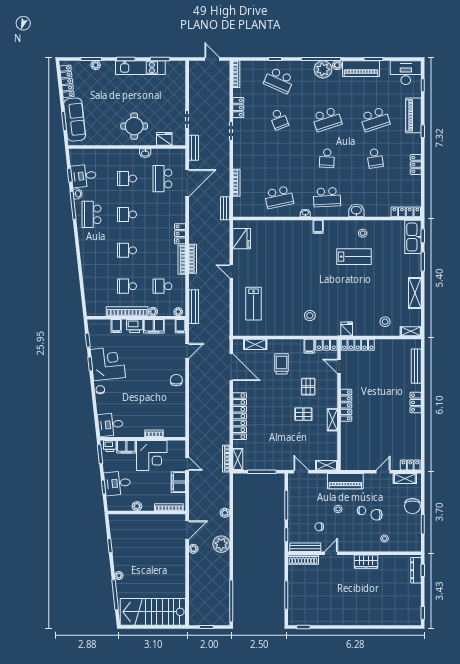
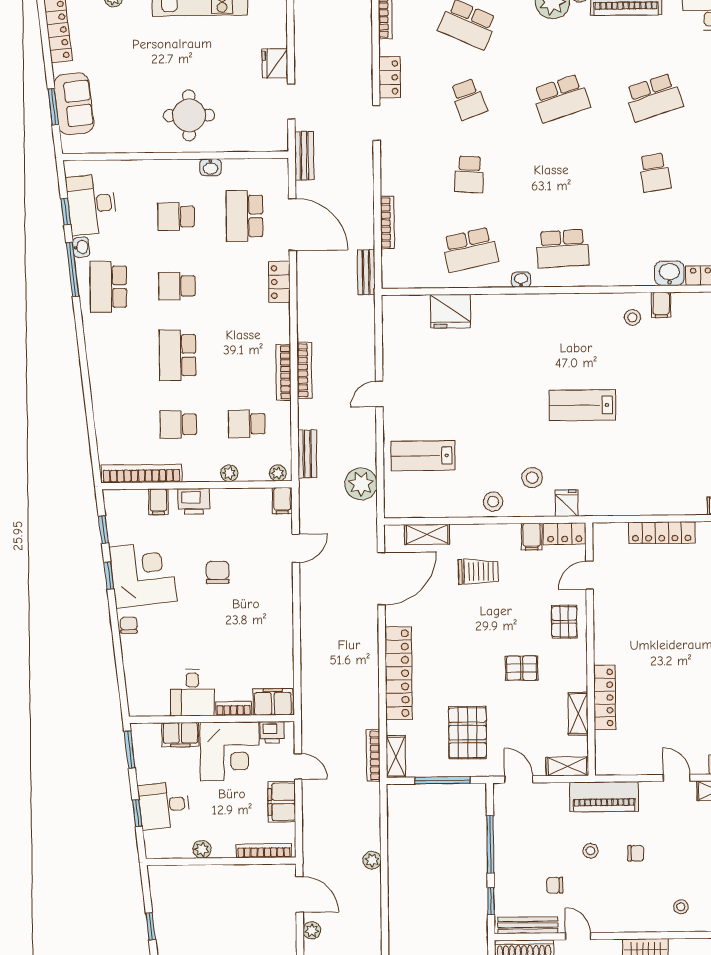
sofa: (75, 120) -> (74, 104), width x0.73
fridge: (164, 139) -> (275, 63), moved, turned -90
school desk: (327, 158) -> (469, 174), moved
desk: (84, 176) -> (92, 204), width x1.37
door: (187, 183) -> (292, 225), hinge flipped
washbasin: (356, 211) -> (669, 273), moved
filing cabinet: (318, 227) -> (661, 305), moved
locker: (180, 234) -> (279, 282), moved
fridge: (242, 239) -> (450, 311), moved, turned 90
school desk: (127, 250) -> (178, 355), width x1.85
lab bench: (354, 257) -> (582, 405), moved, turned 180
door: (231, 271) -> (379, 394), hinge flipped
lab bench: (254, 304) -> (423, 456), turned 90
bench: (194, 307) -> (307, 454), width x0.73
bookcase: (127, 311) -> (141, 474), moved
stool: (385, 322) -> (493, 502), moved
filing cabinet: (154, 326) -> (273, 702), moved, turned 180
fridge: (347, 329) -> (566, 503), moved
locker: (358, 345) -> (662, 533), moved
trolley: (282, 364) -> (478, 572), turned 90
door: (339, 366) -> (590, 575), hinge flipped
door: (231, 367) -> (381, 579), hinge flipped
chair: (176, 380) -> (218, 572), moved
pallet: (308, 387) -> (564, 622), moved
locker: (346, 405) -> (605, 698), moved
shelving: (332, 420) -> (578, 714), moved
desk: (111, 425) -> (192, 693), moved, turned -84
printer: (110, 446) -> (272, 732), moved
pallet: (275, 447) -> (467, 733), added
door: (383, 472) -> (677, 778), hinge flipped
chair: (377, 515) -> (665, 861), removed
door: (187, 530) -> (299, 894), hinge flipped
plant: (221, 544) -> (361, 484), moved
door: (331, 553) -> (578, 936), hinge flipped

